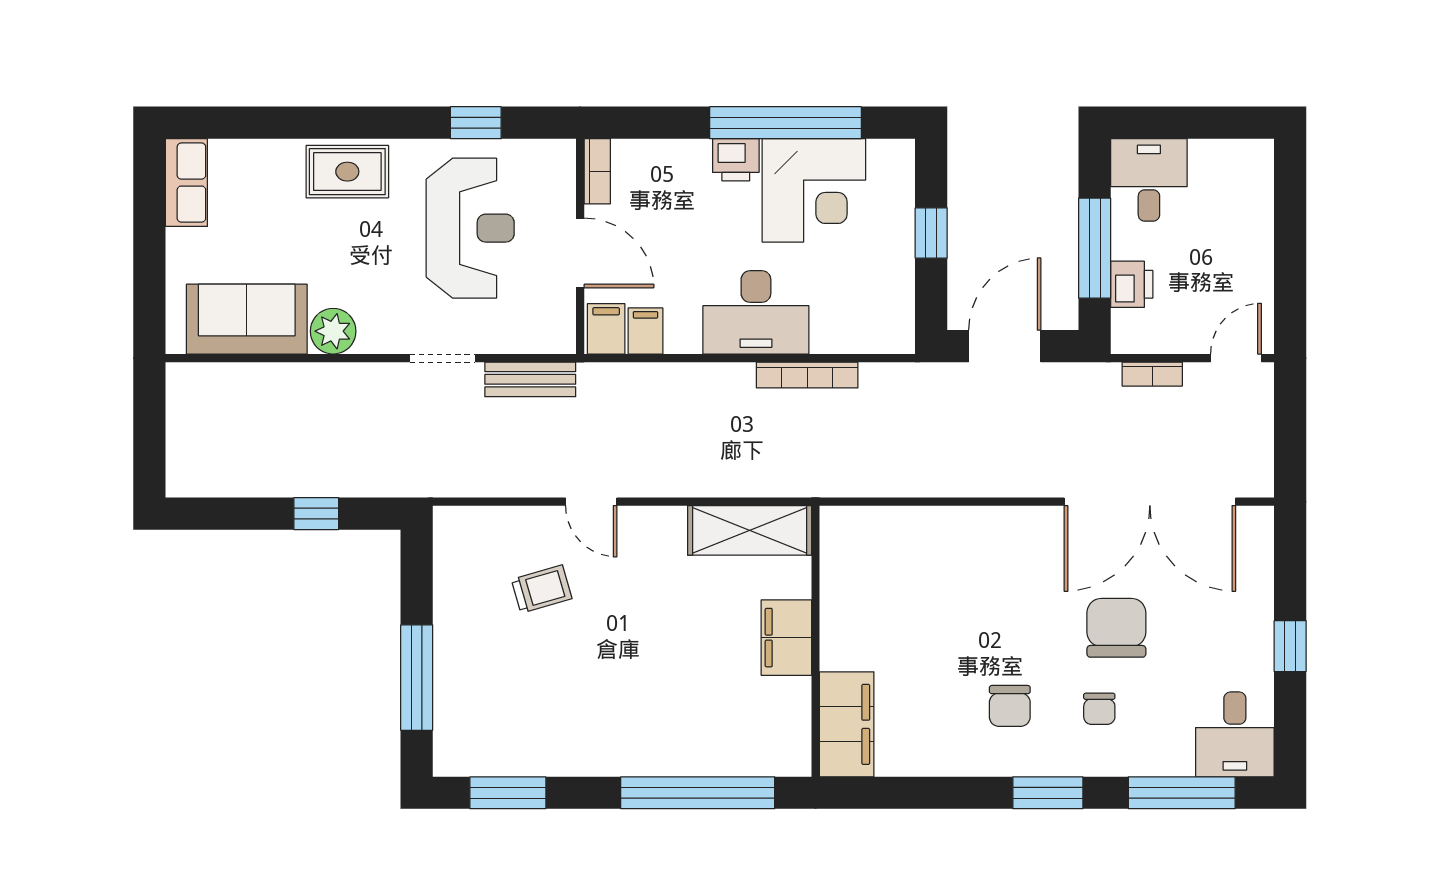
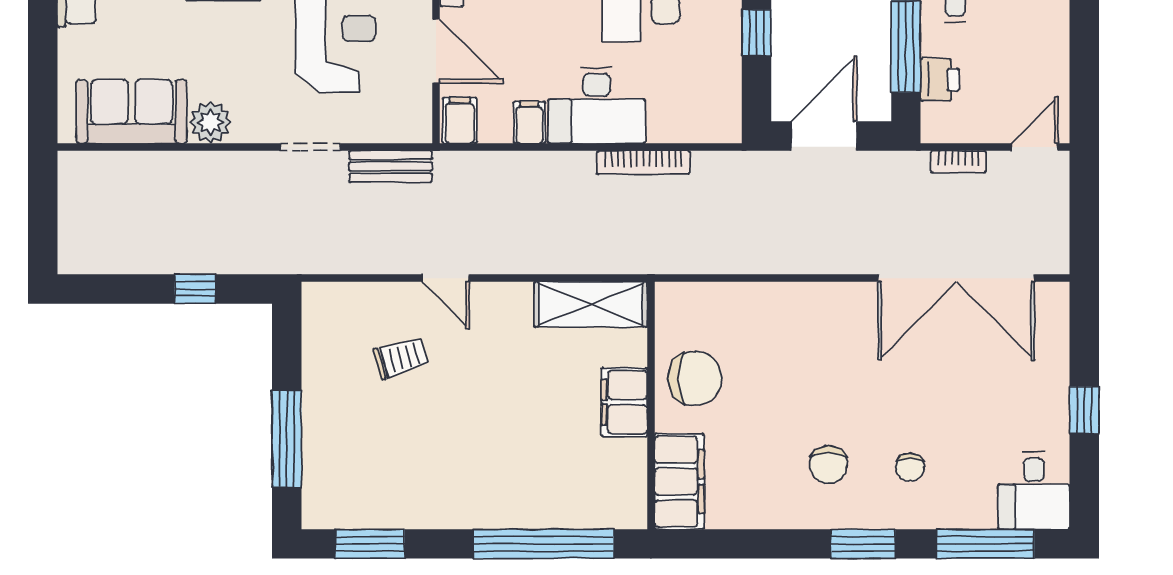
filing cabinet: (645, 331) -> (529, 122), moved
chair: (1116, 628) -> (695, 378), moved, turned 90

